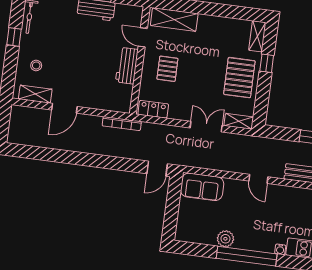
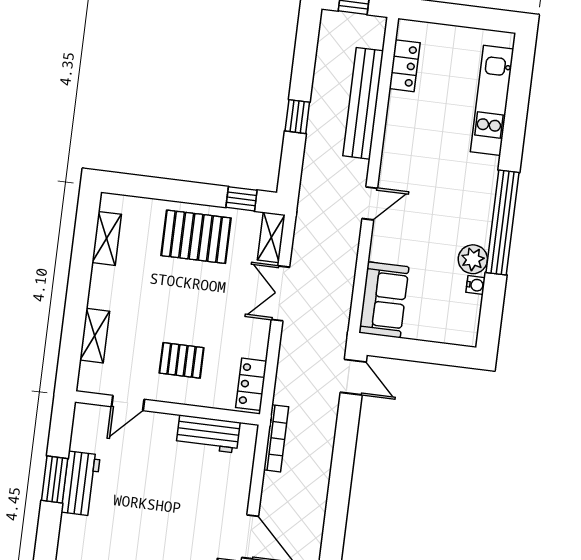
shelving: (174, 20) -> (95, 336), width x0.67, depth x0.75
shelving: (257, 36) -> (107, 238), moved, turned 90
window: (267, 63) -> (241, 199), moved
workbench: (127, 66) -> (208, 434), moved
water cooler: (280, 249) -> (476, 285), moved

